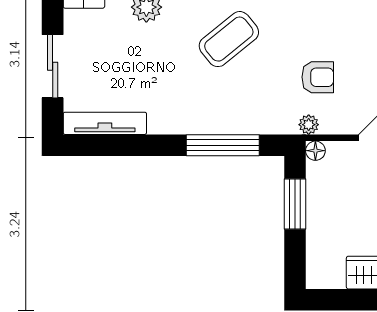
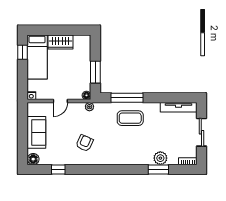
coffee table: (229, 39) -> (130, 118), moved, turned 39
armchair: (318, 77) -> (85, 143), moved, turned 114

